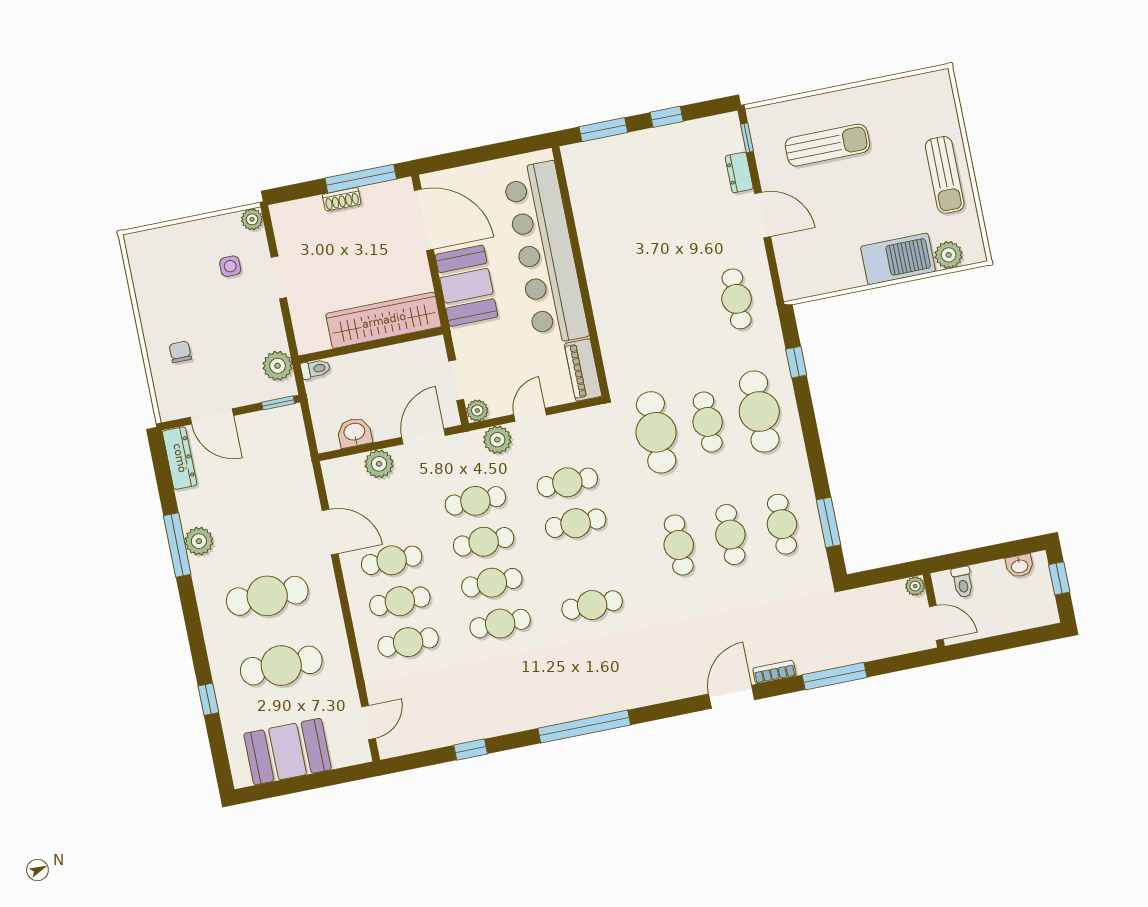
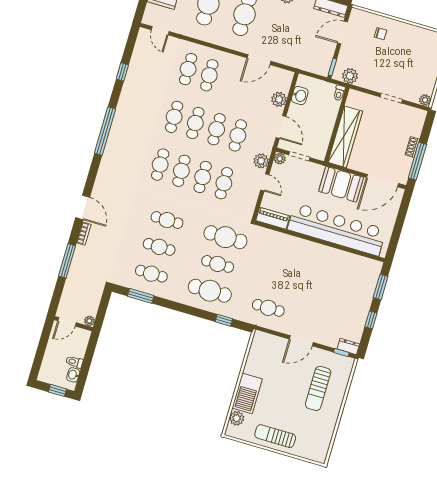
dresser: (739, 172) -> (348, 346), moved
side table: (230, 266) -> (408, 78), removed
cafe table: (392, 560) -> (181, 171), moved
toilet: (963, 582) -> (74, 362), moved

